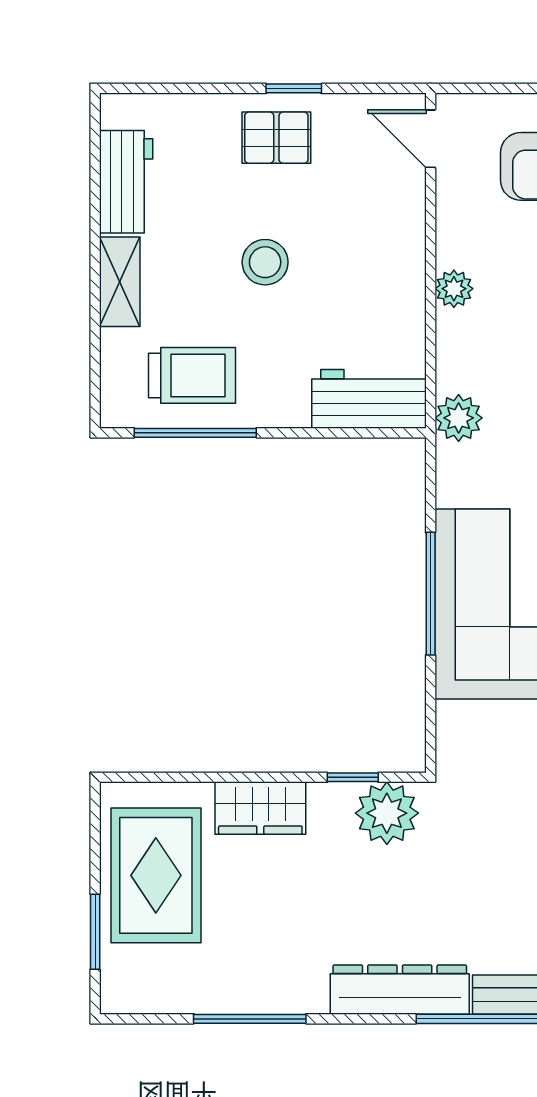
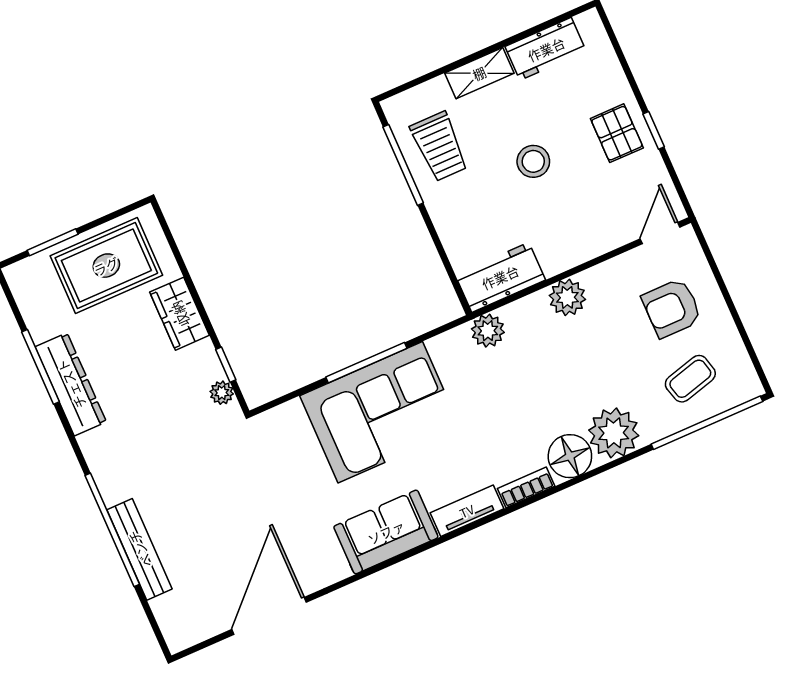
plant: (454, 289) -> (567, 297), width x1.38, depth x1.38
workbench: (369, 399) -> (500, 277), moved, turned -90
plant: (387, 813) -> (222, 393), width x0.53, depth x0.53
dresser: (400, 990) -> (71, 384), moved

